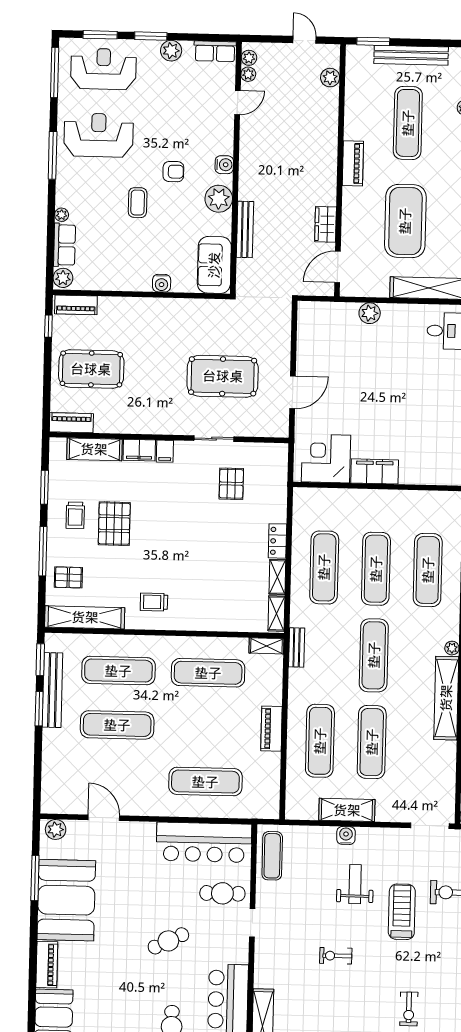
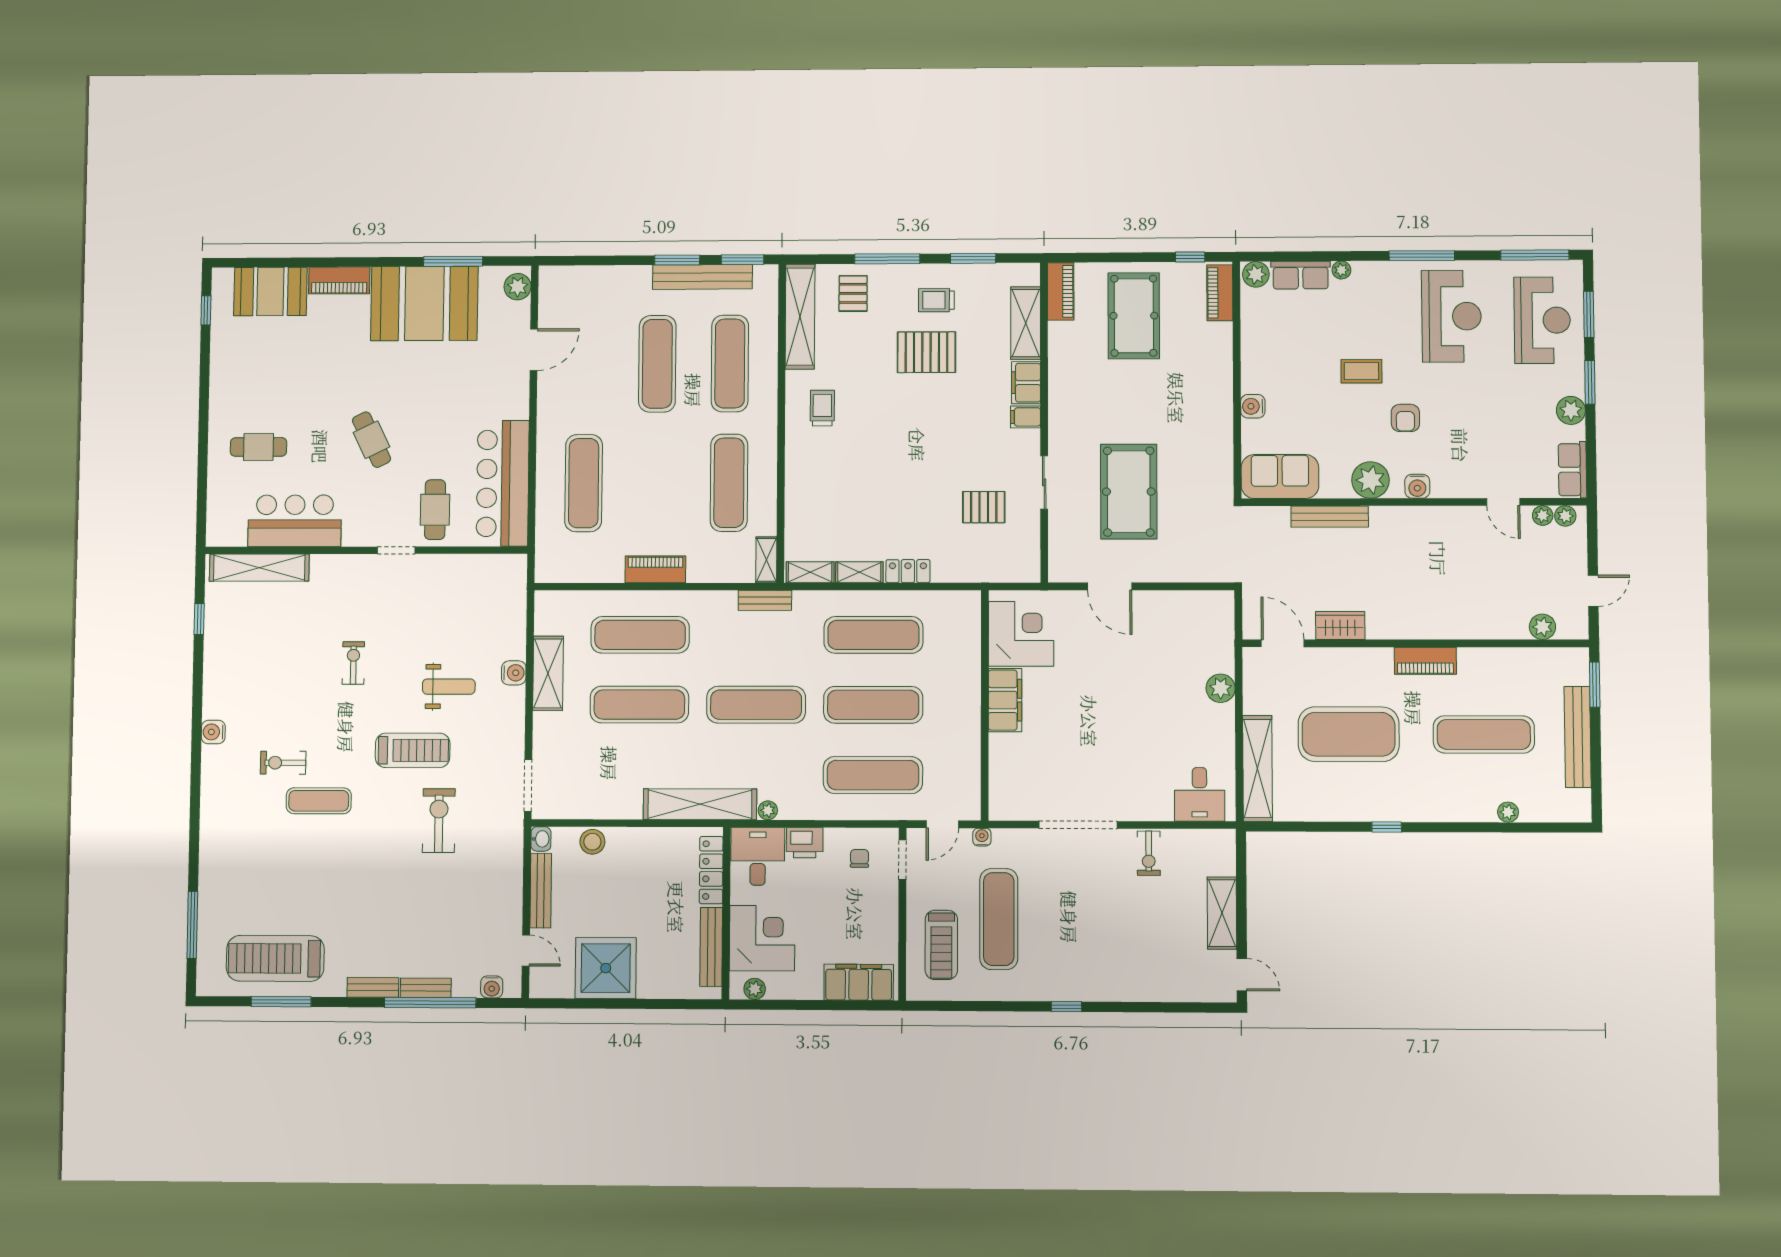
exercise mat: (272, 856) -> (319, 801), moved

